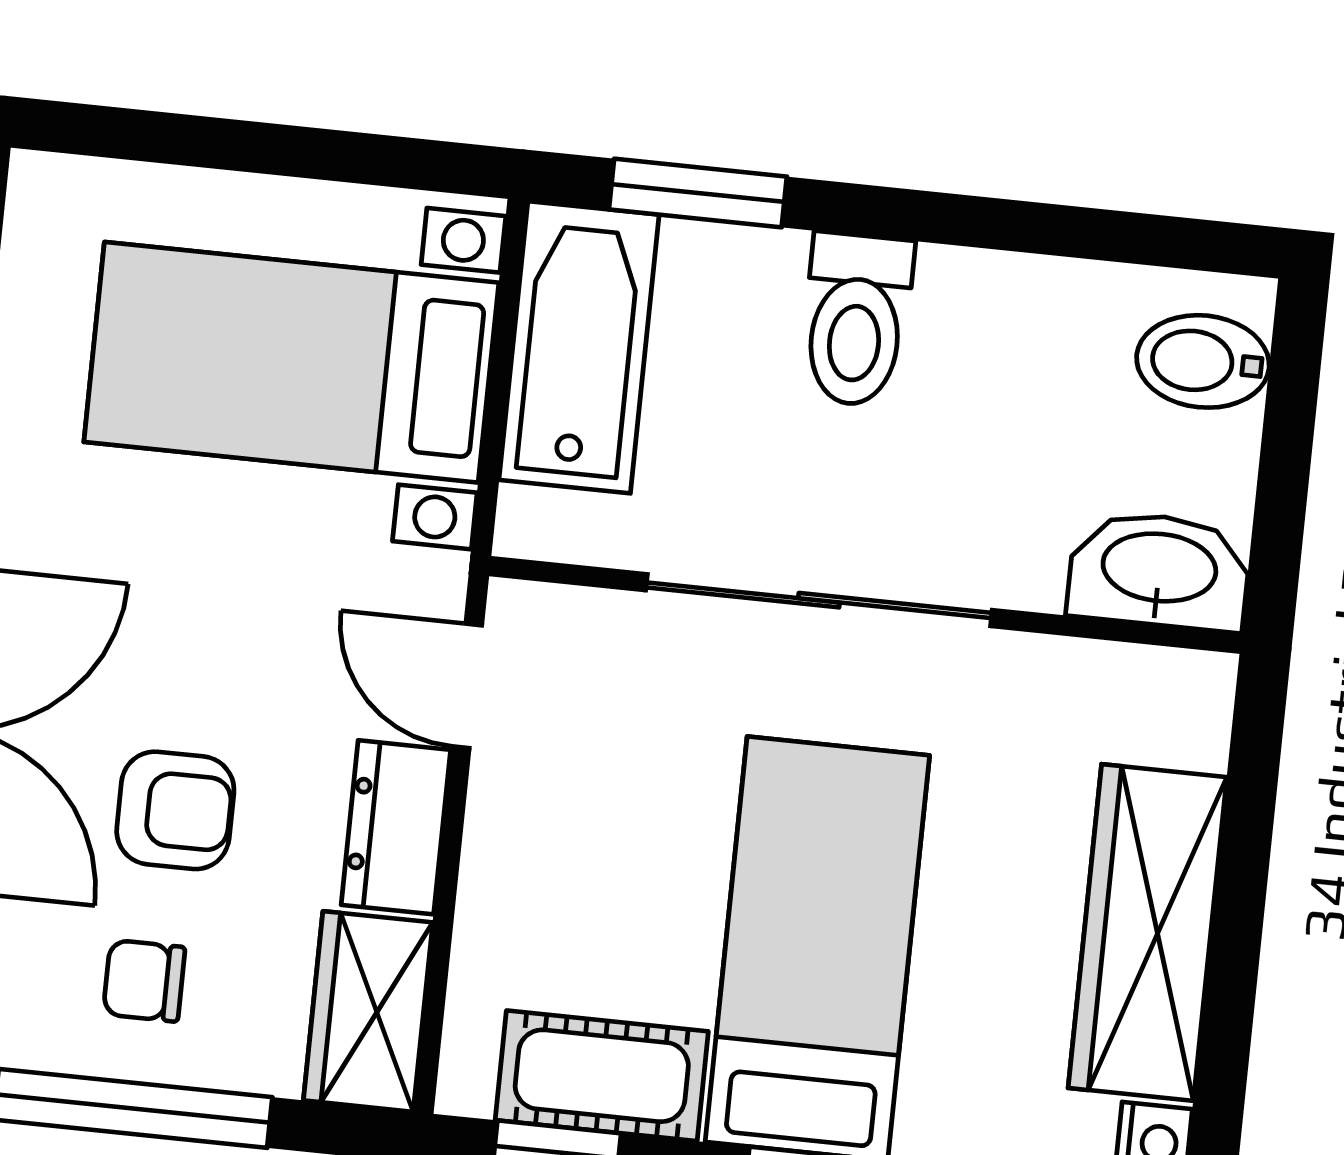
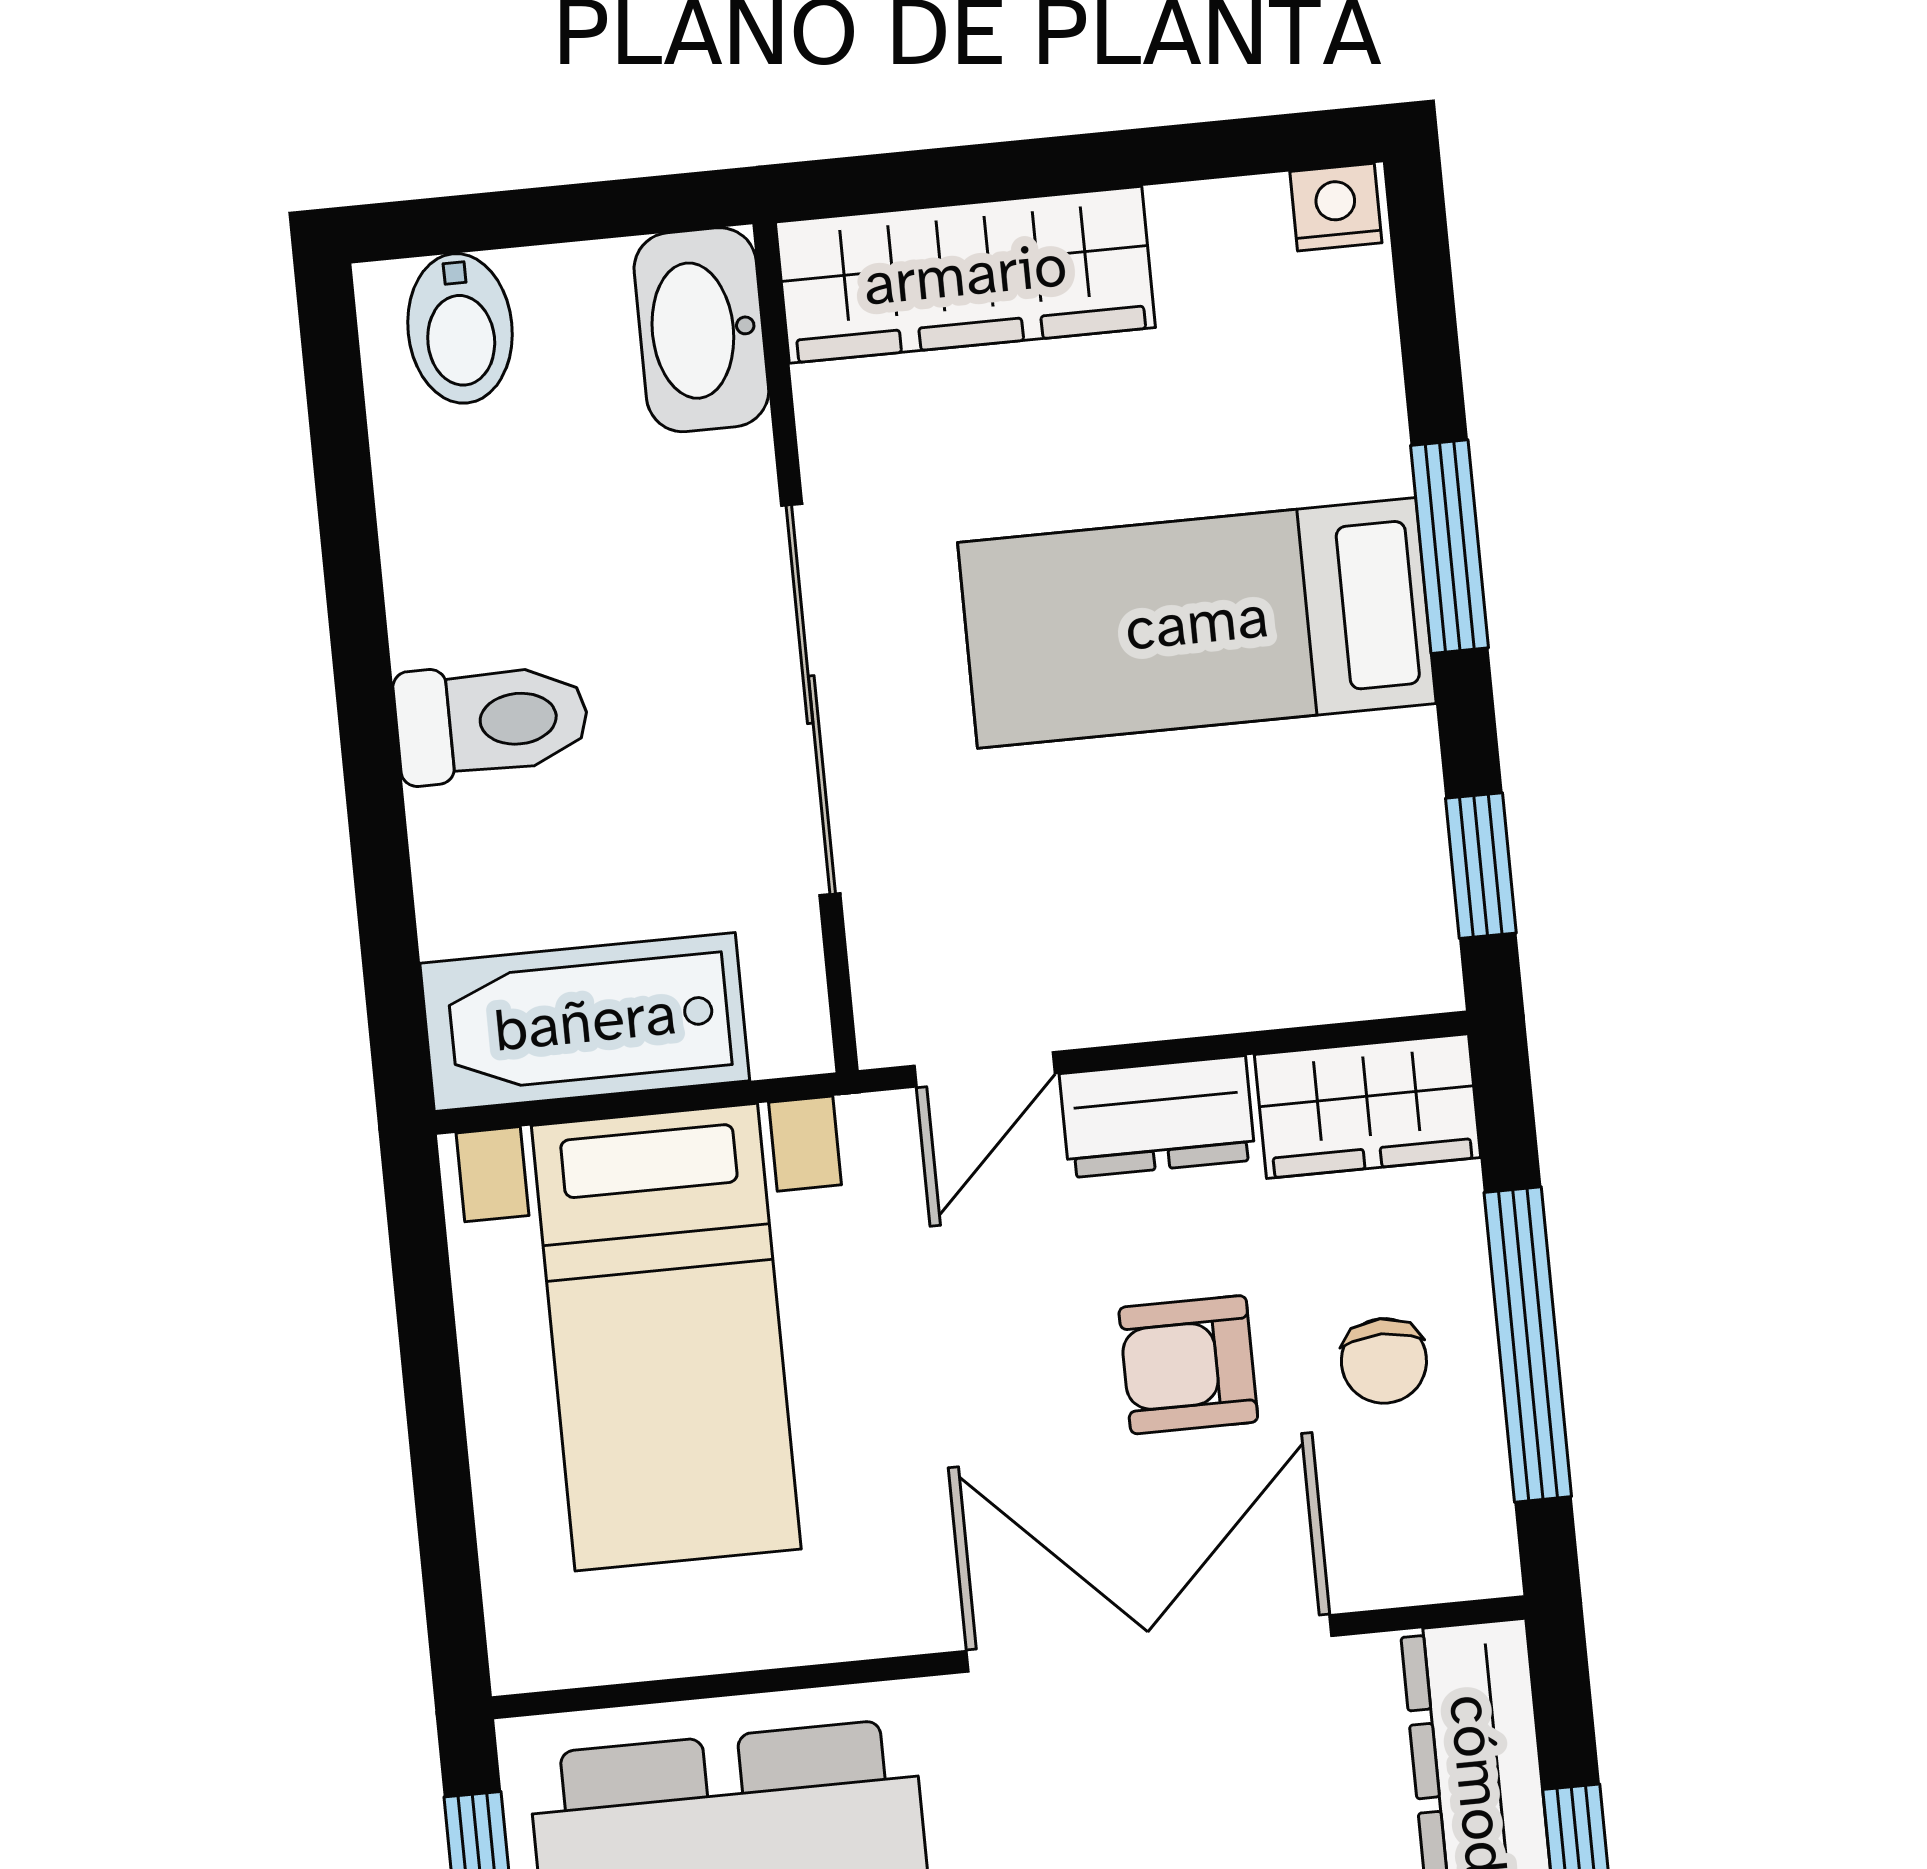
window: (698, 193) -> (387, 925), removed
armchair: (175, 810) -> (1188, 1365), turned -90
wardrobe: (1147, 933) -> (965, 275), moved
cot: (602, 1076) -> (1386, 833), removed

